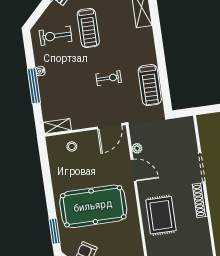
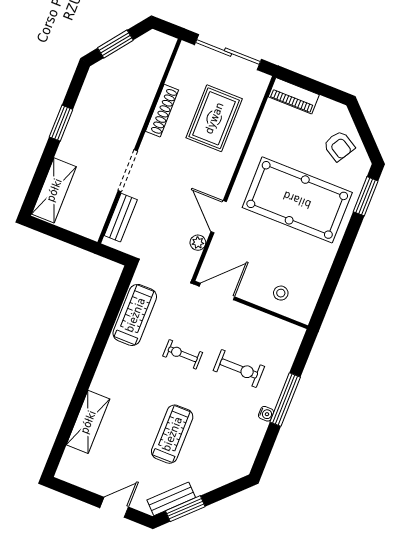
exercise bike: (56, 36) -> (239, 369), moved
shelving: (57, 126) -> (285, 330), removed
bench: (190, 137) -> (121, 218), added
shoe rack: (200, 200) -> (162, 111), moved
rug: (161, 215) -> (214, 118), moved

